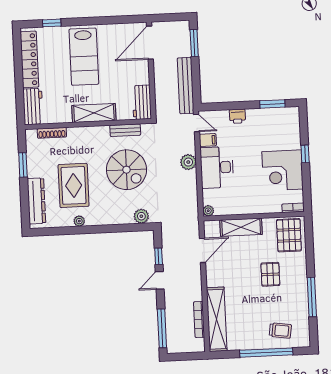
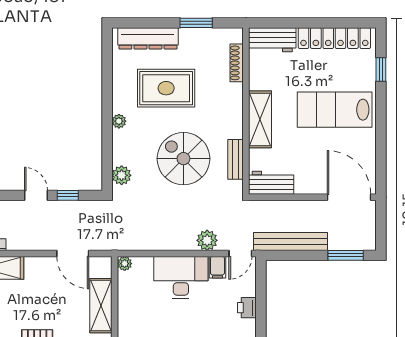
plant: (188, 162) -> (207, 240), moved
spiral stairs: (126, 170) -> (183, 159), turned 90
plant: (79, 221) -> (119, 121), moved

